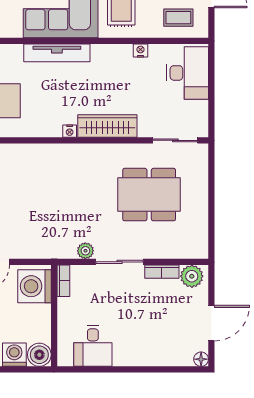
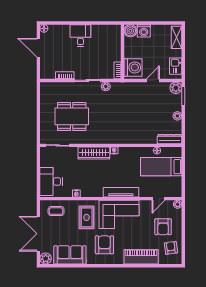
plant: (192, 276) -> (49, 73), removed
door: (211, 323) -> (38, 48), hinge flipped
desk: (93, 346) -> (80, 36), moved

